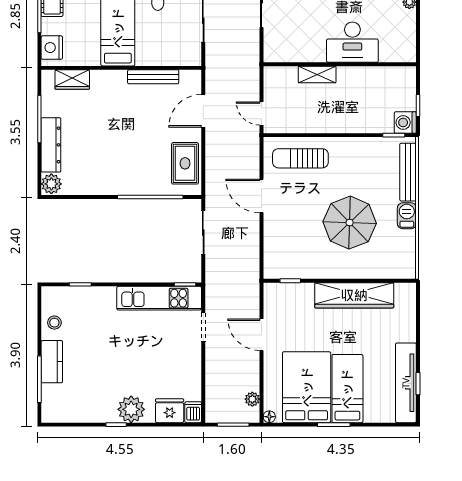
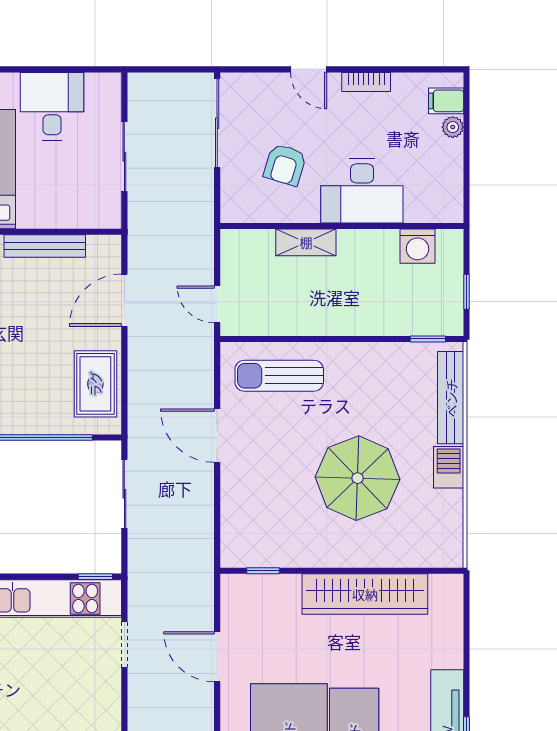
armchair: (304, 26) -> (285, 165), added
washing machine: (405, 122) -> (417, 246), moved, turned -90

